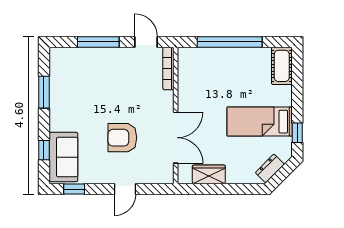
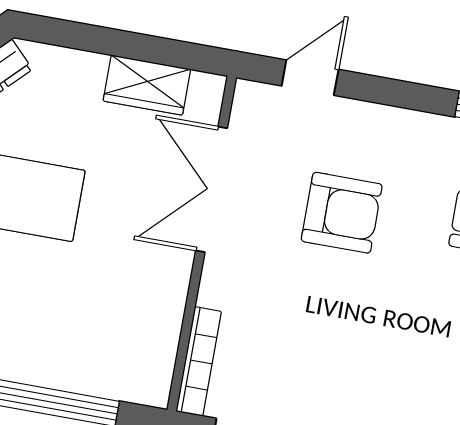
door: (125, 189) -> (310, 78), moved

